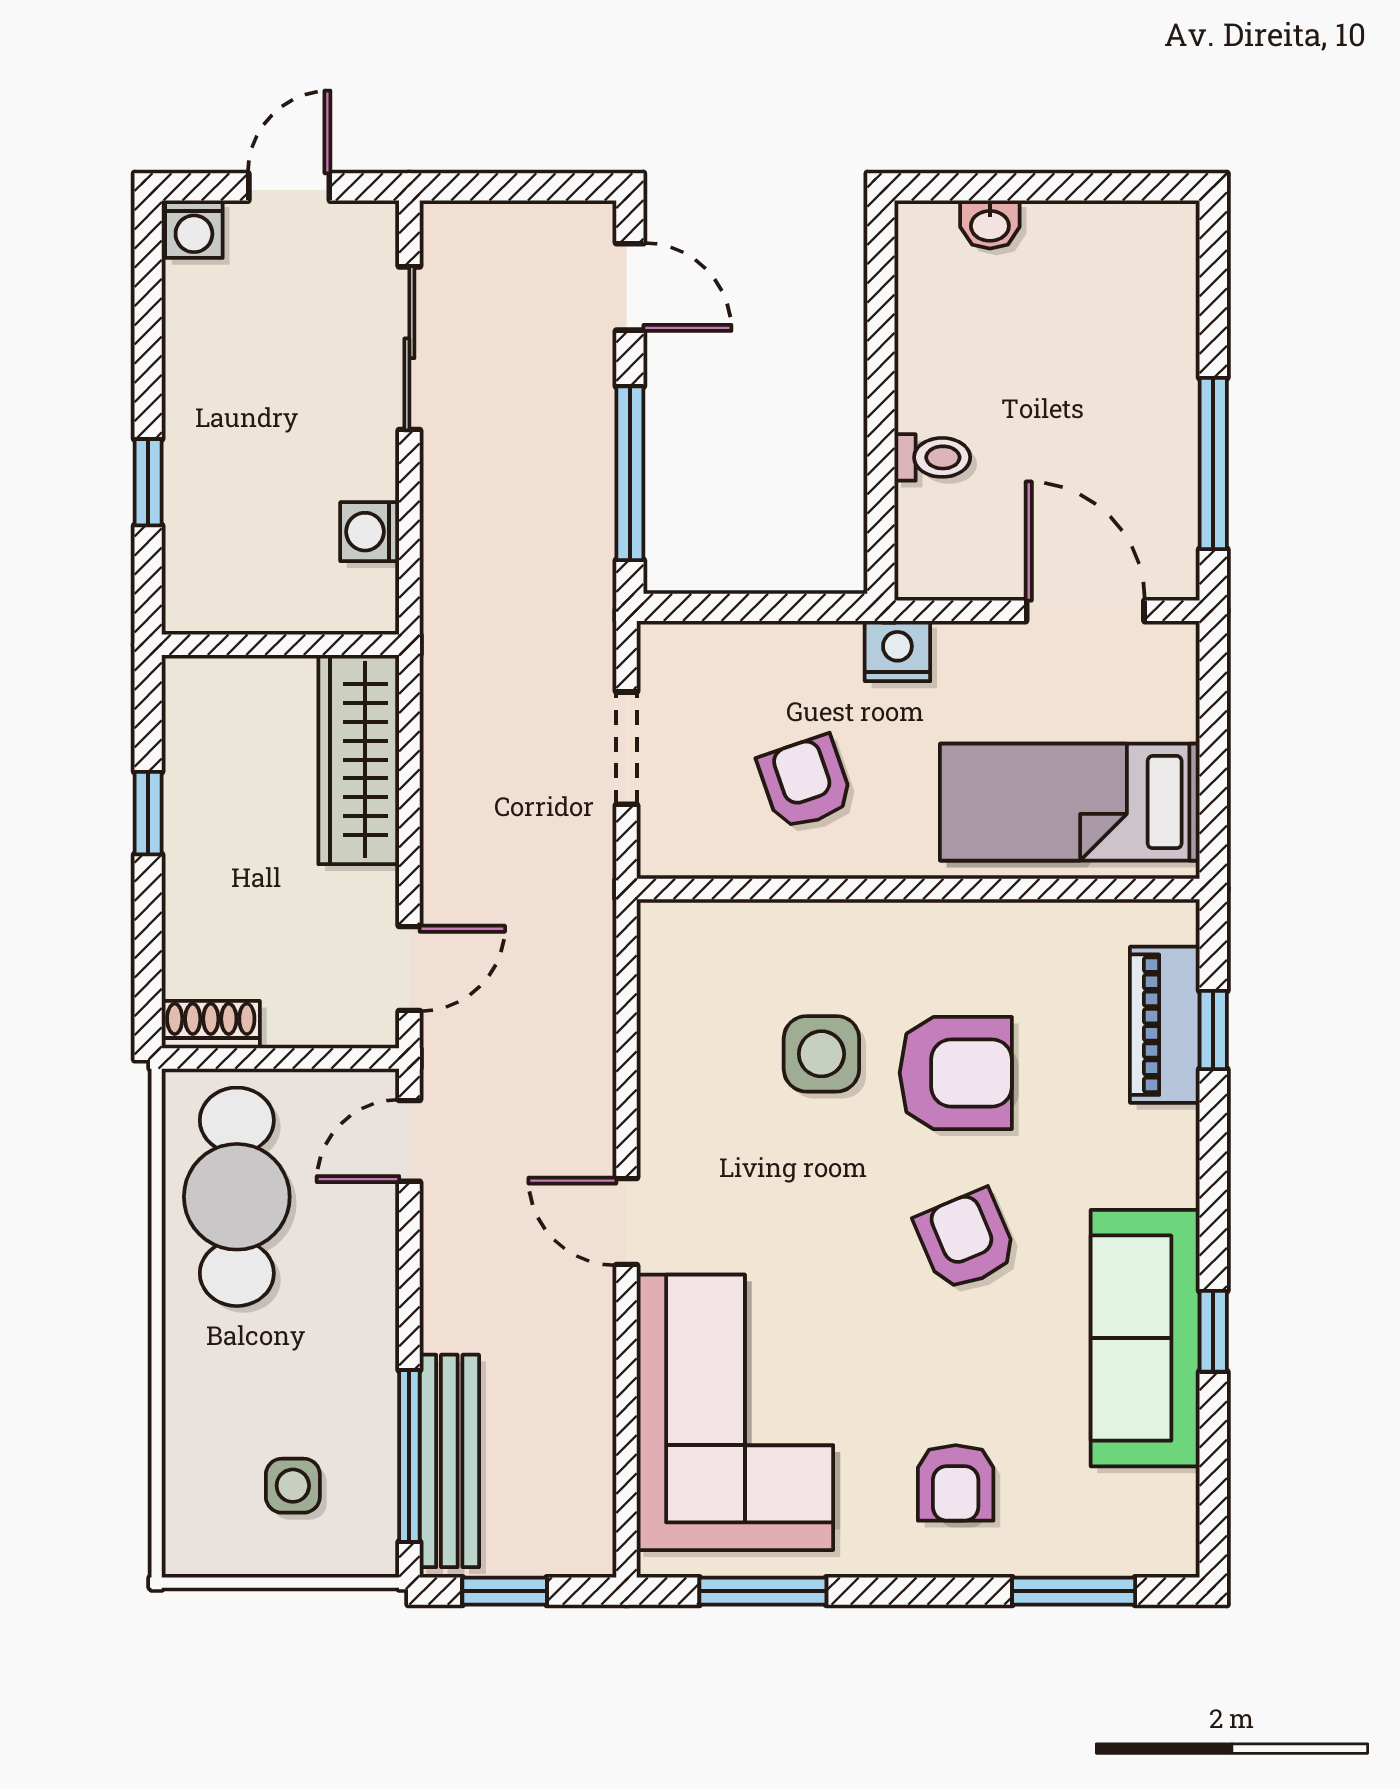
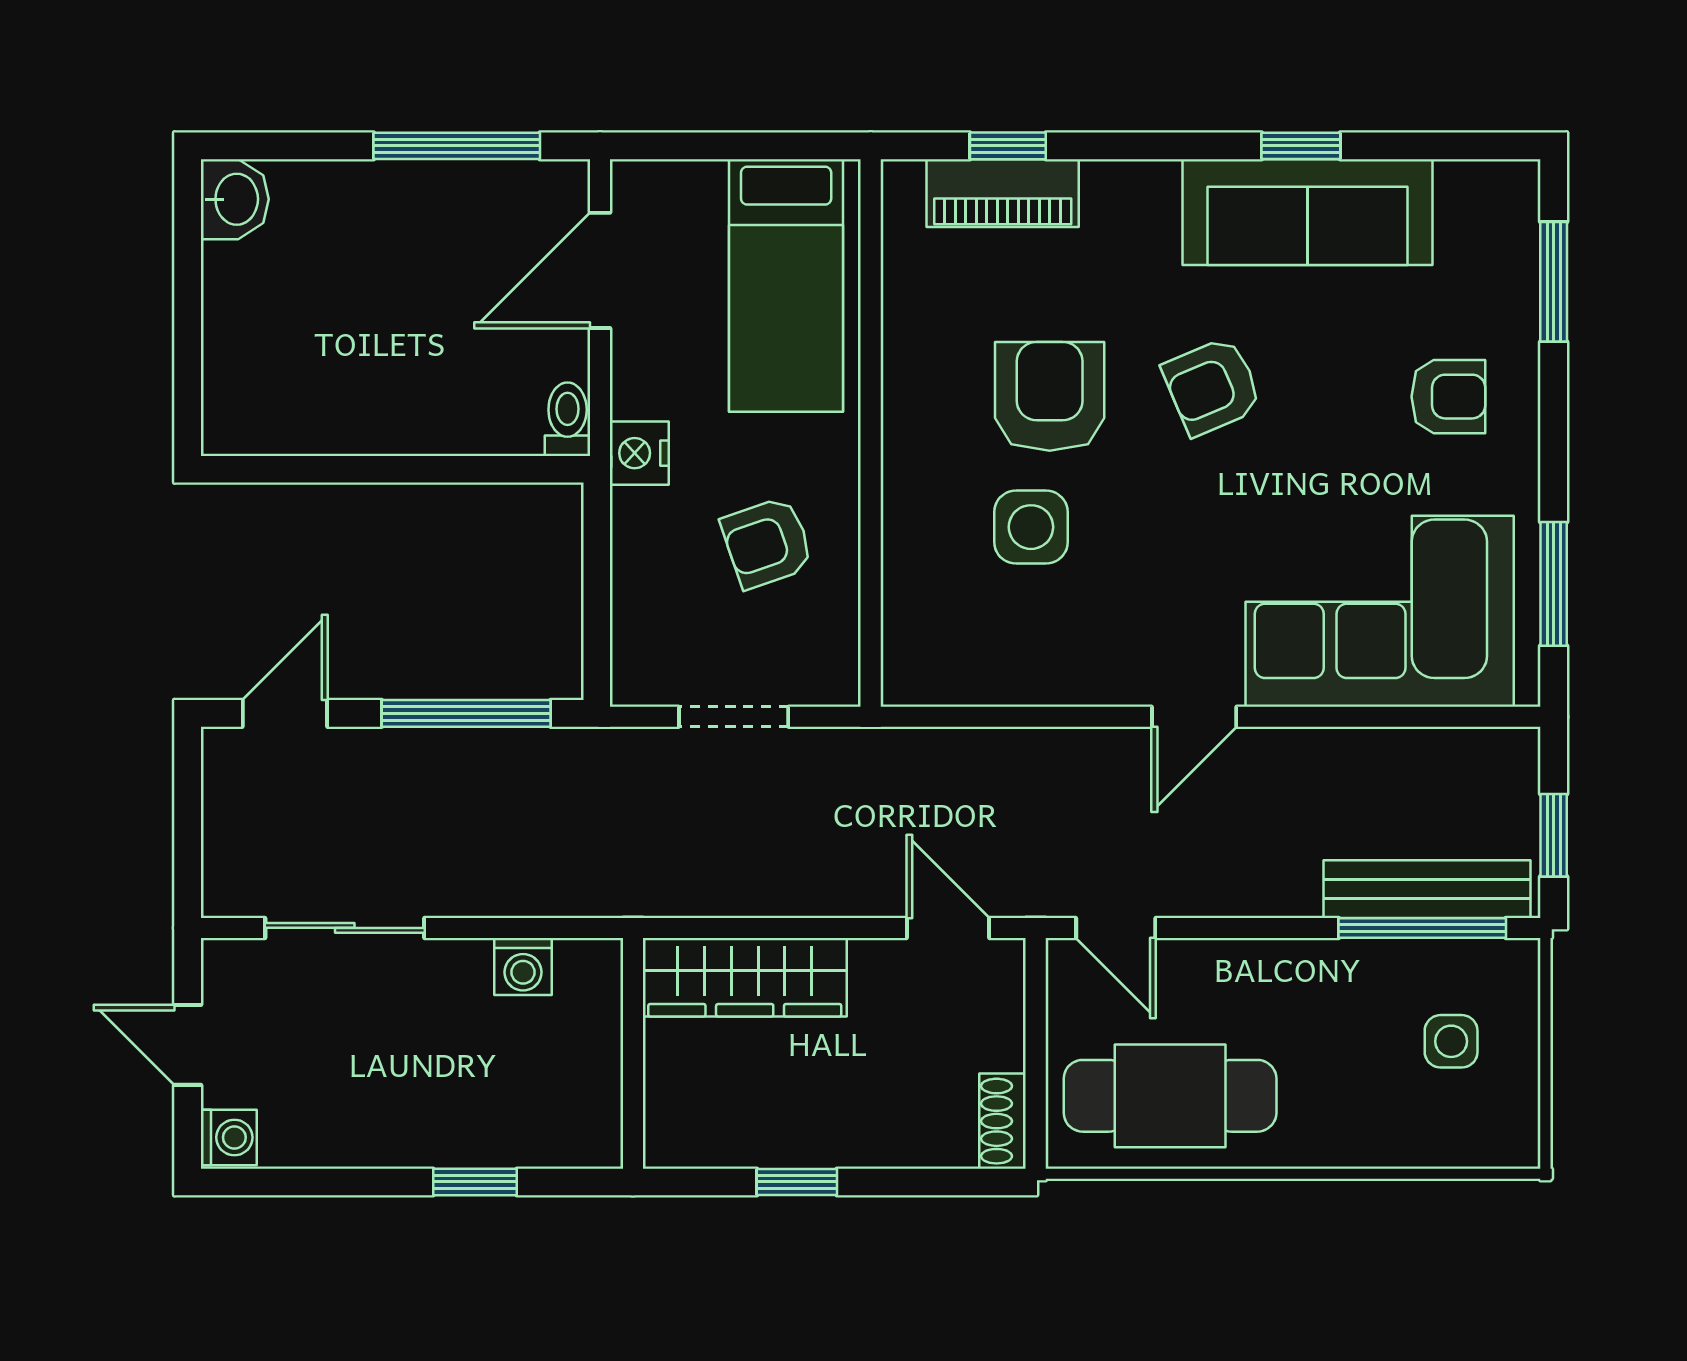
washbasin: (990, 224) -> (235, 199), moved, width x1.38, depth x1.45
toilet: (932, 457) -> (568, 419), moved

